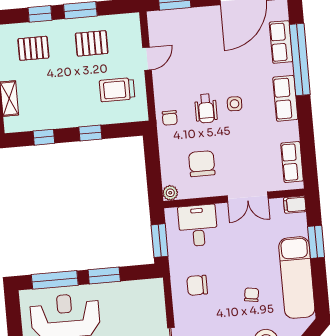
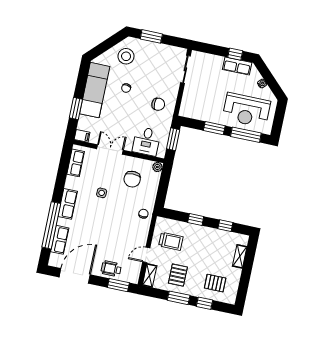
shelving: (133, 30) -> (150, 275), added
pallet: (92, 43) -> (178, 275), turned 90
side table: (235, 104) -> (102, 193), moved
wheelchair: (206, 108) -> (111, 269), moved, turned -90

